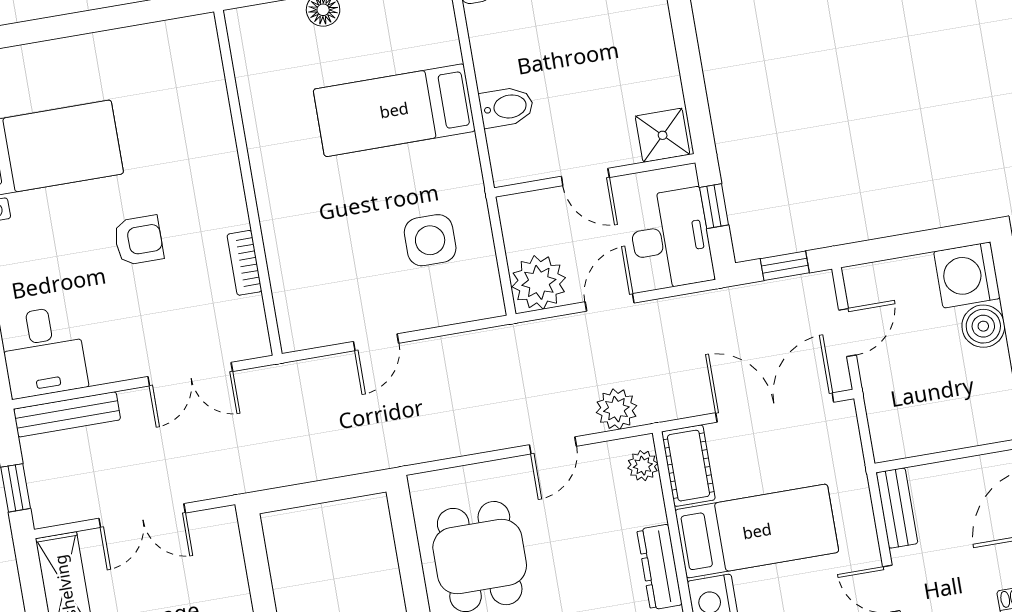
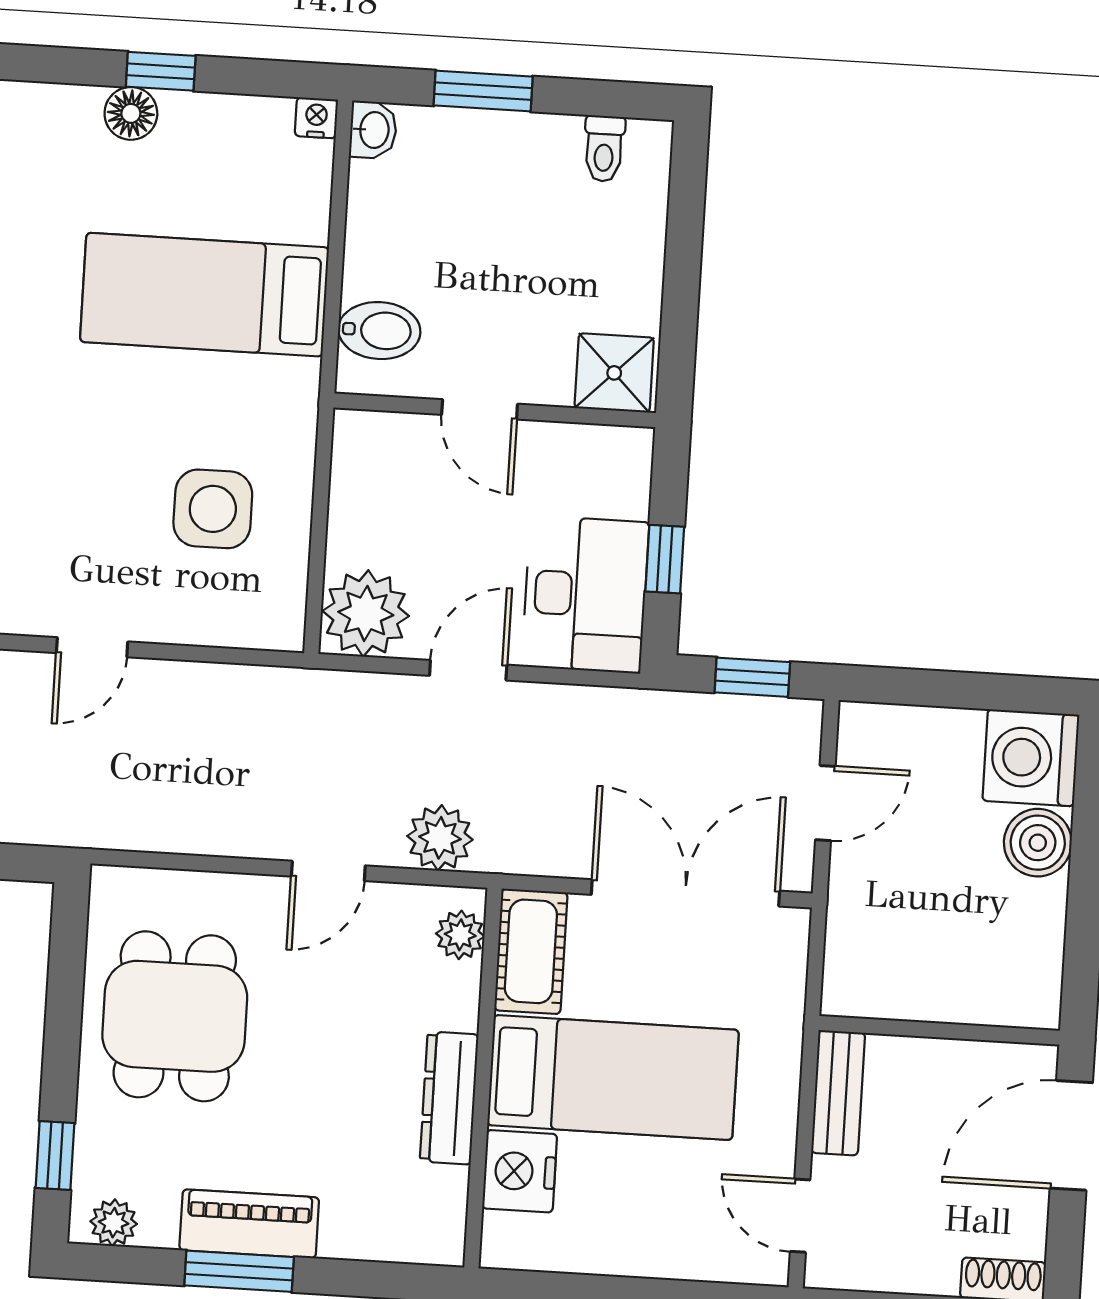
shower: (663, 135) -> (614, 373), moved
wall: (595, 175) -> (495, 410), moved
door: (585, 177) -> (480, 409), moved

